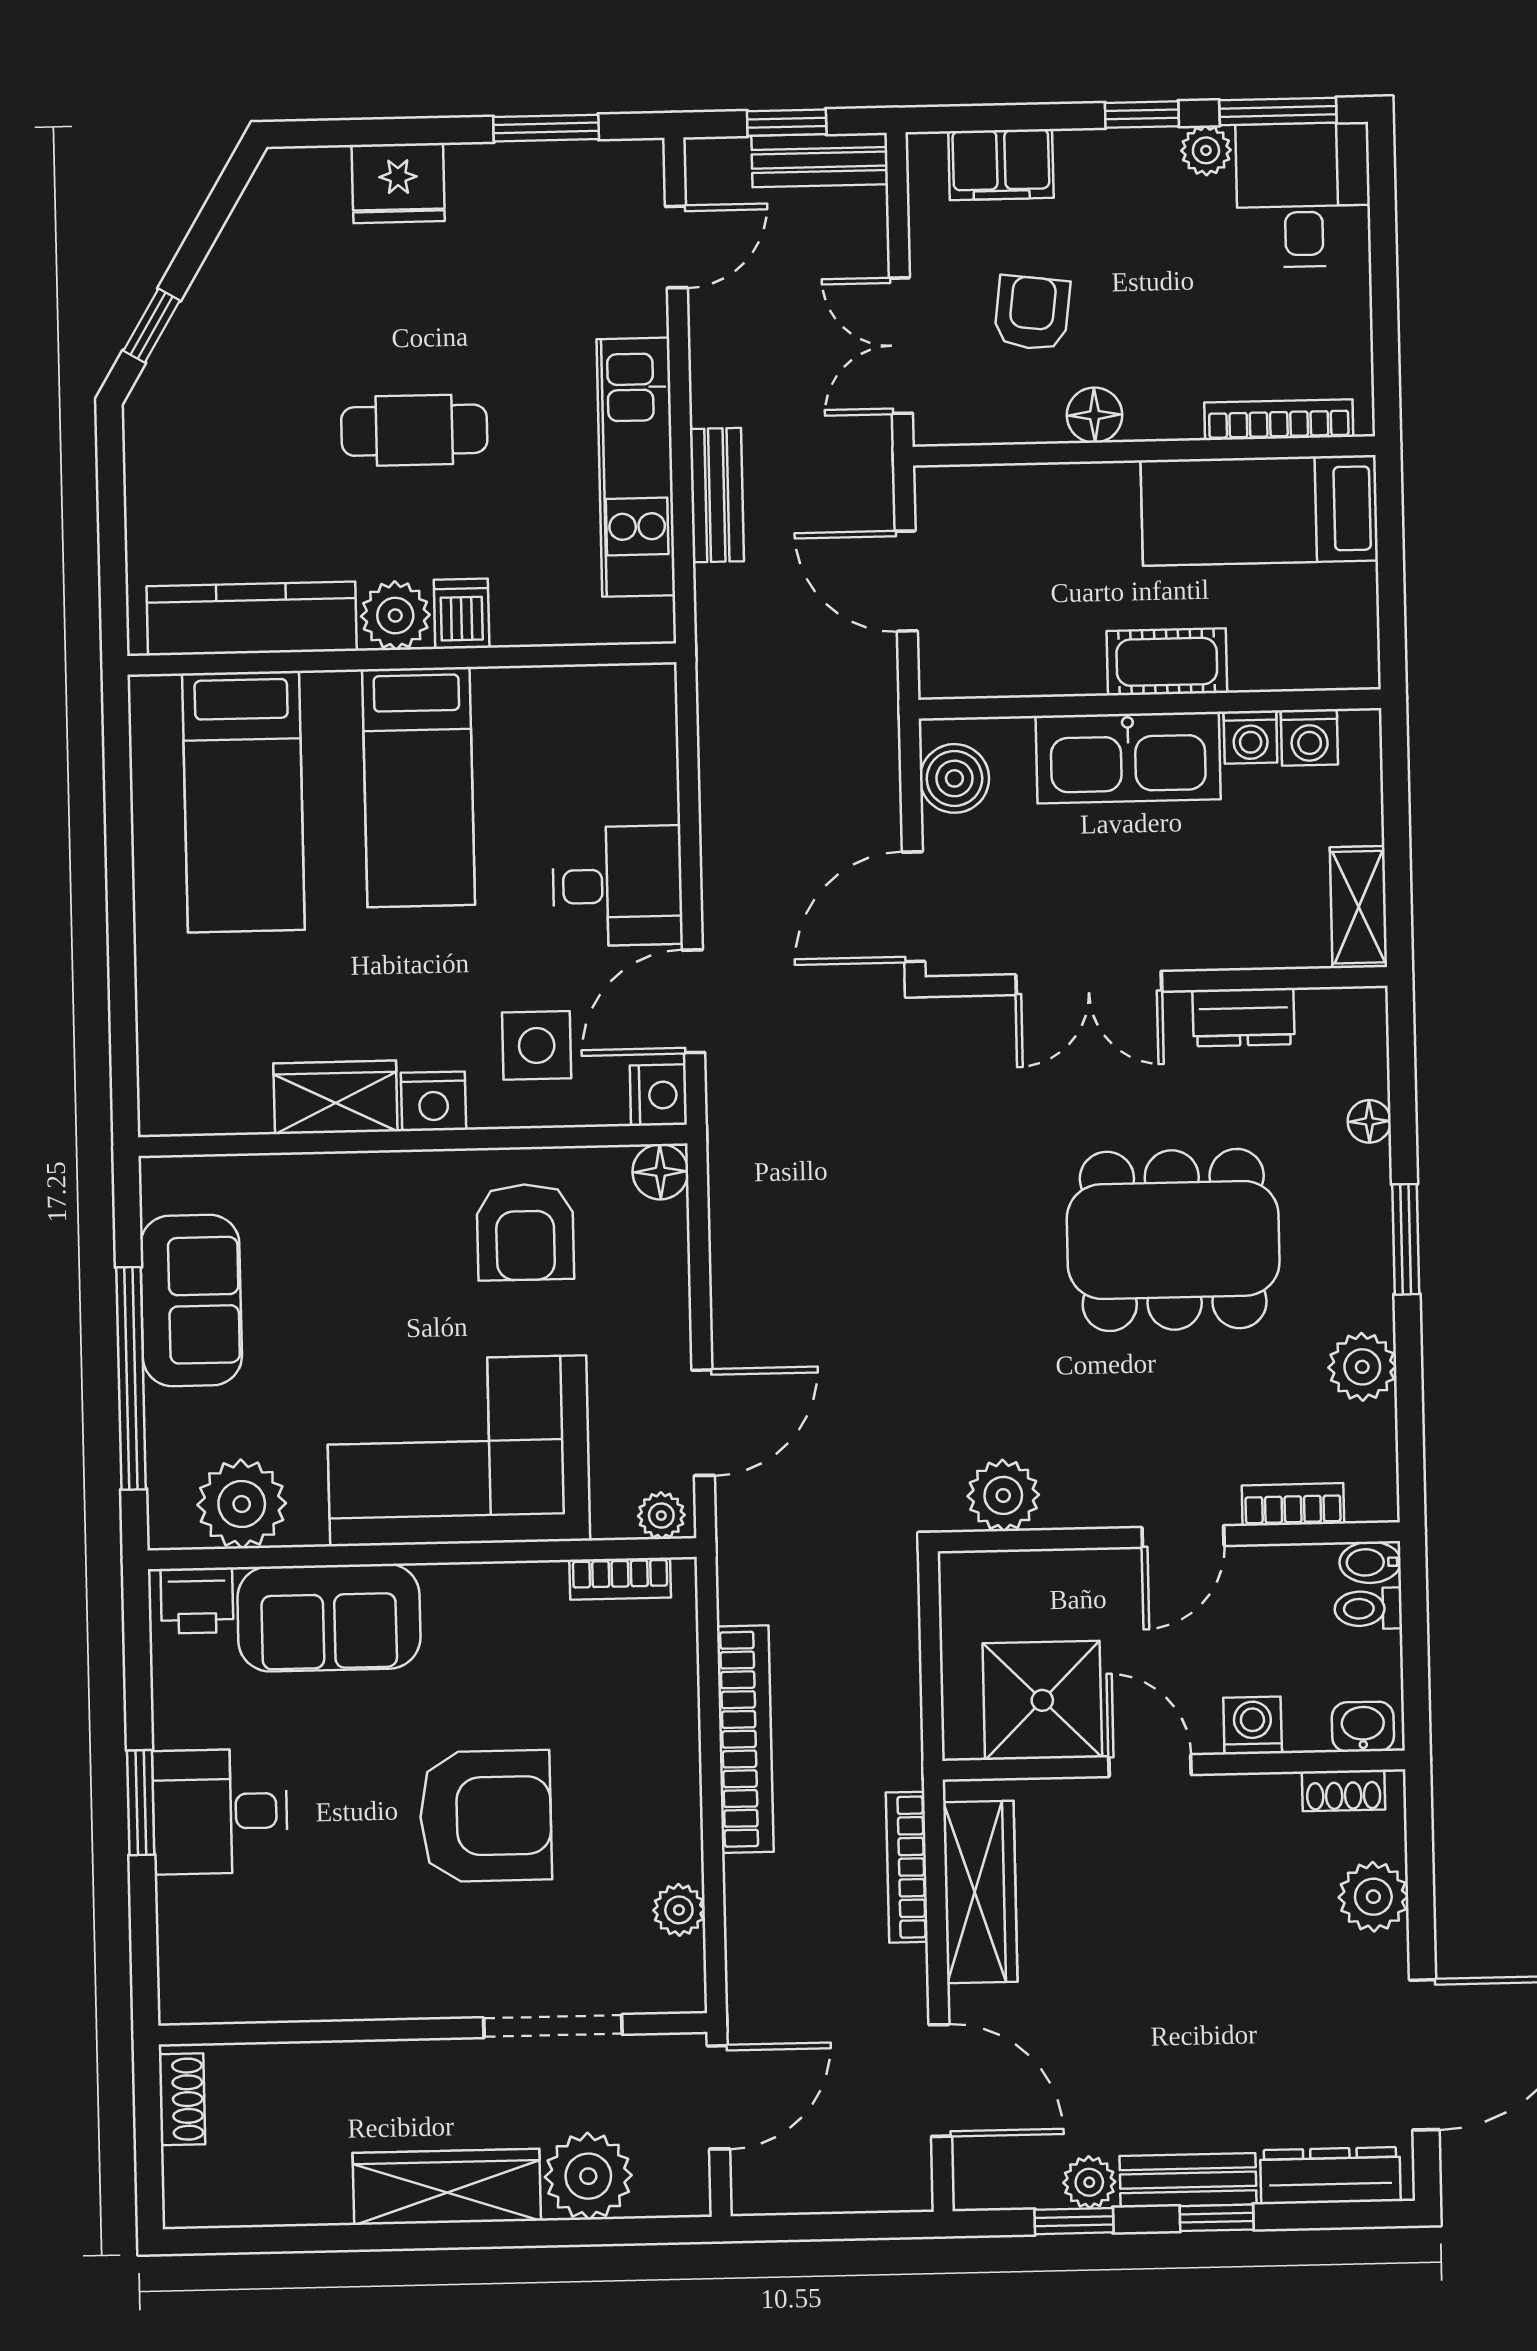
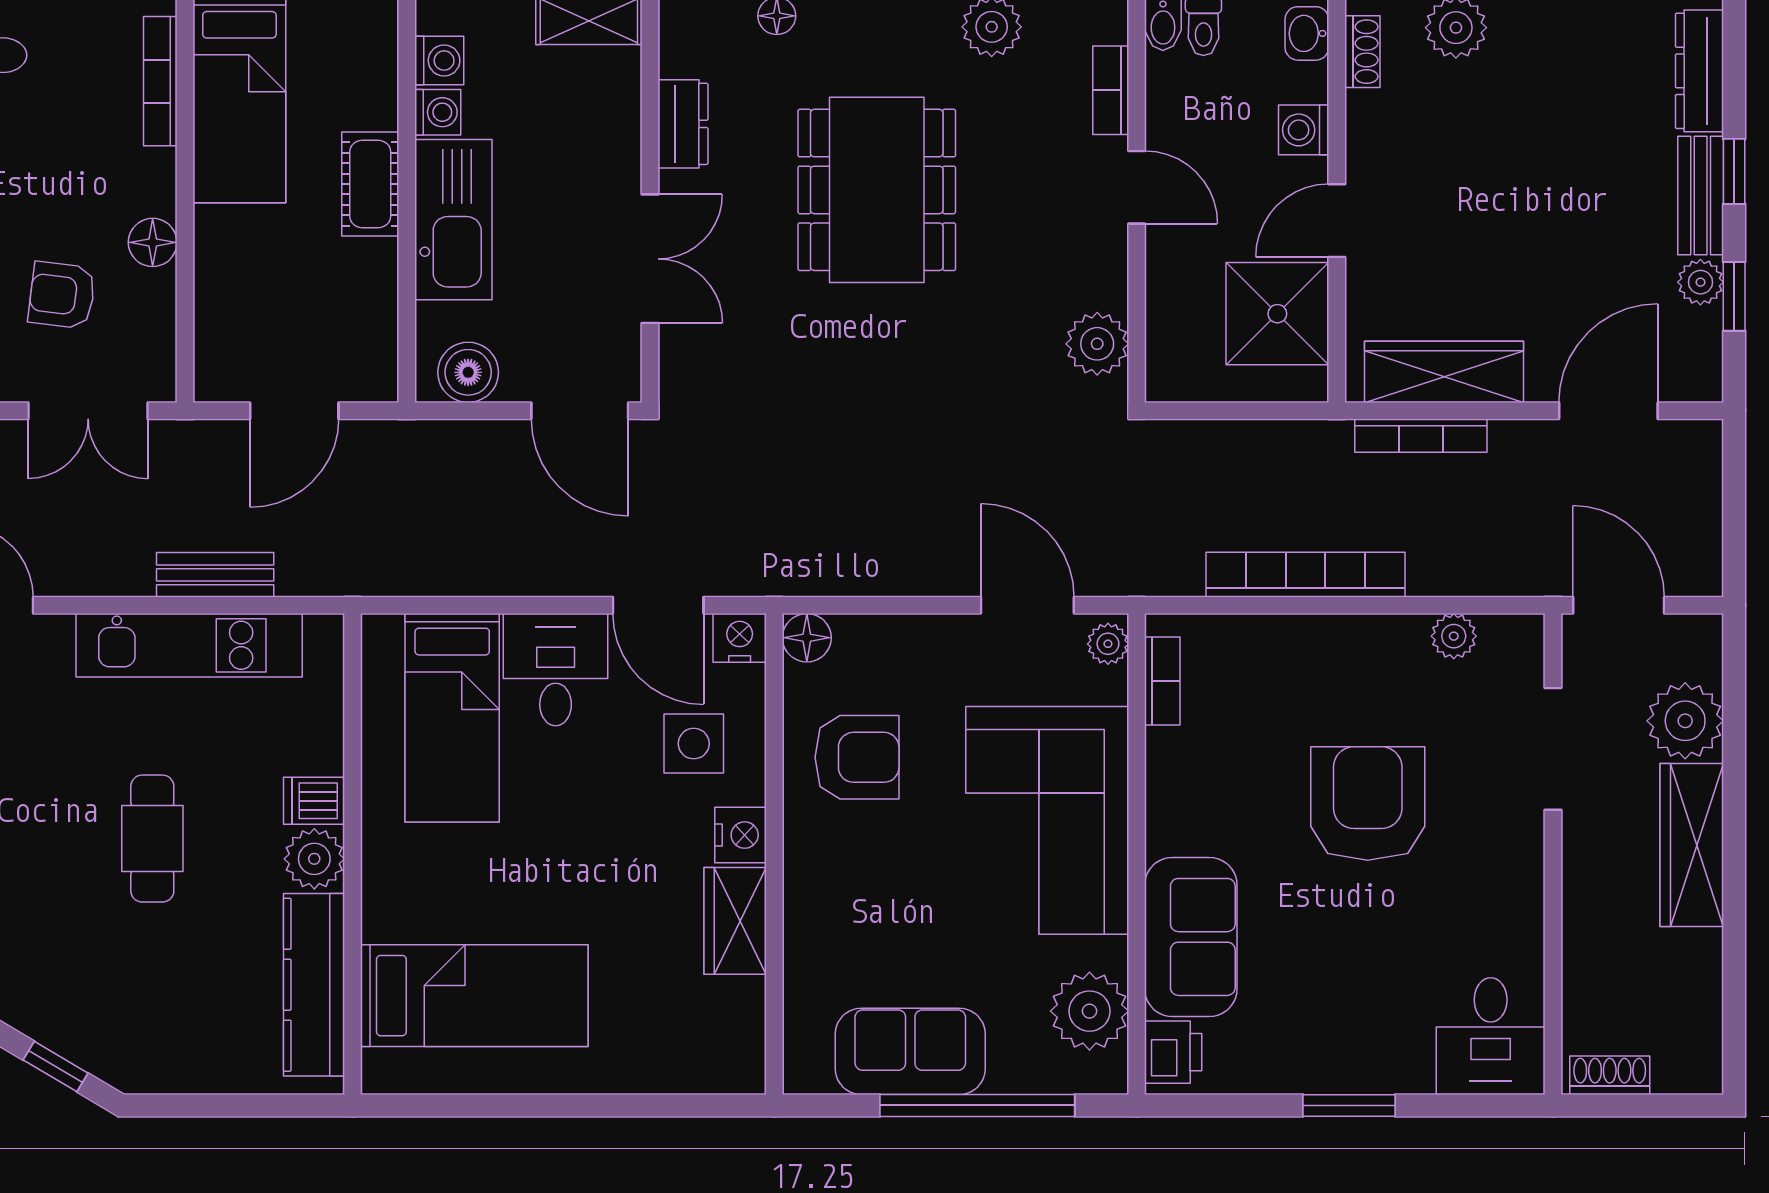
bed: (418, 787) -> (452, 718), moved, turned 90
desk: (220, 1812) -> (1491, 1036), moved

